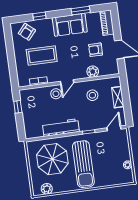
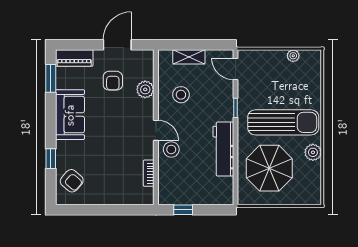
window: (81, 11) -> (51, 78), moved
coffee table: (42, 56) -> (111, 163), removed
plant: (47, 189) -> (313, 152), moved

